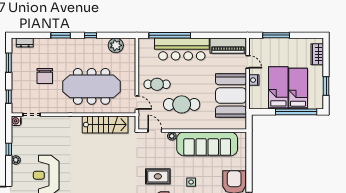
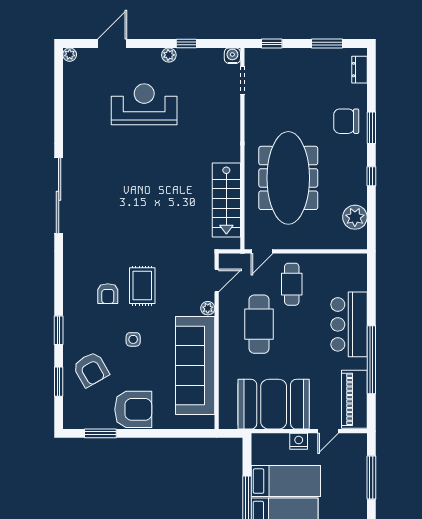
window: (170, 35) -> (371, 360), moved
bar counter: (182, 49) -> (349, 324), width x0.73
chair: (45, 76) -> (346, 121), moved

